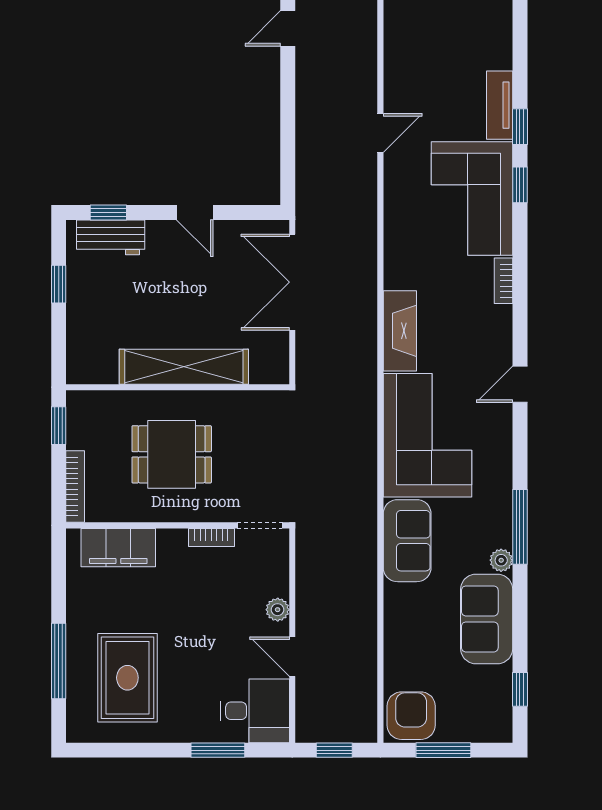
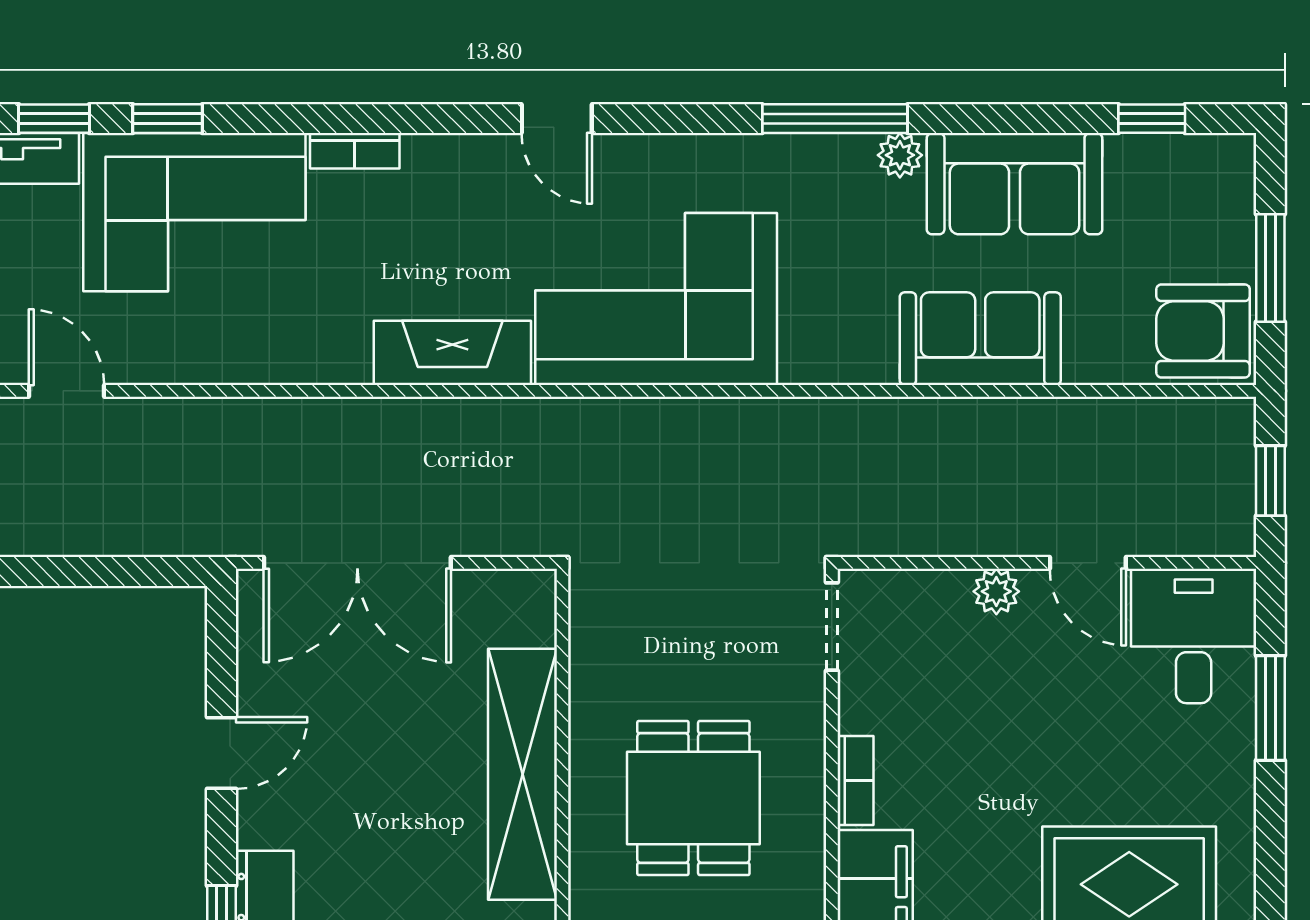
bookcase: (211, 537) -> (855, 781), moved
sofa: (407, 541) -> (980, 339), moved
door: (292, 657) -> (1088, 563), hinge flipped

